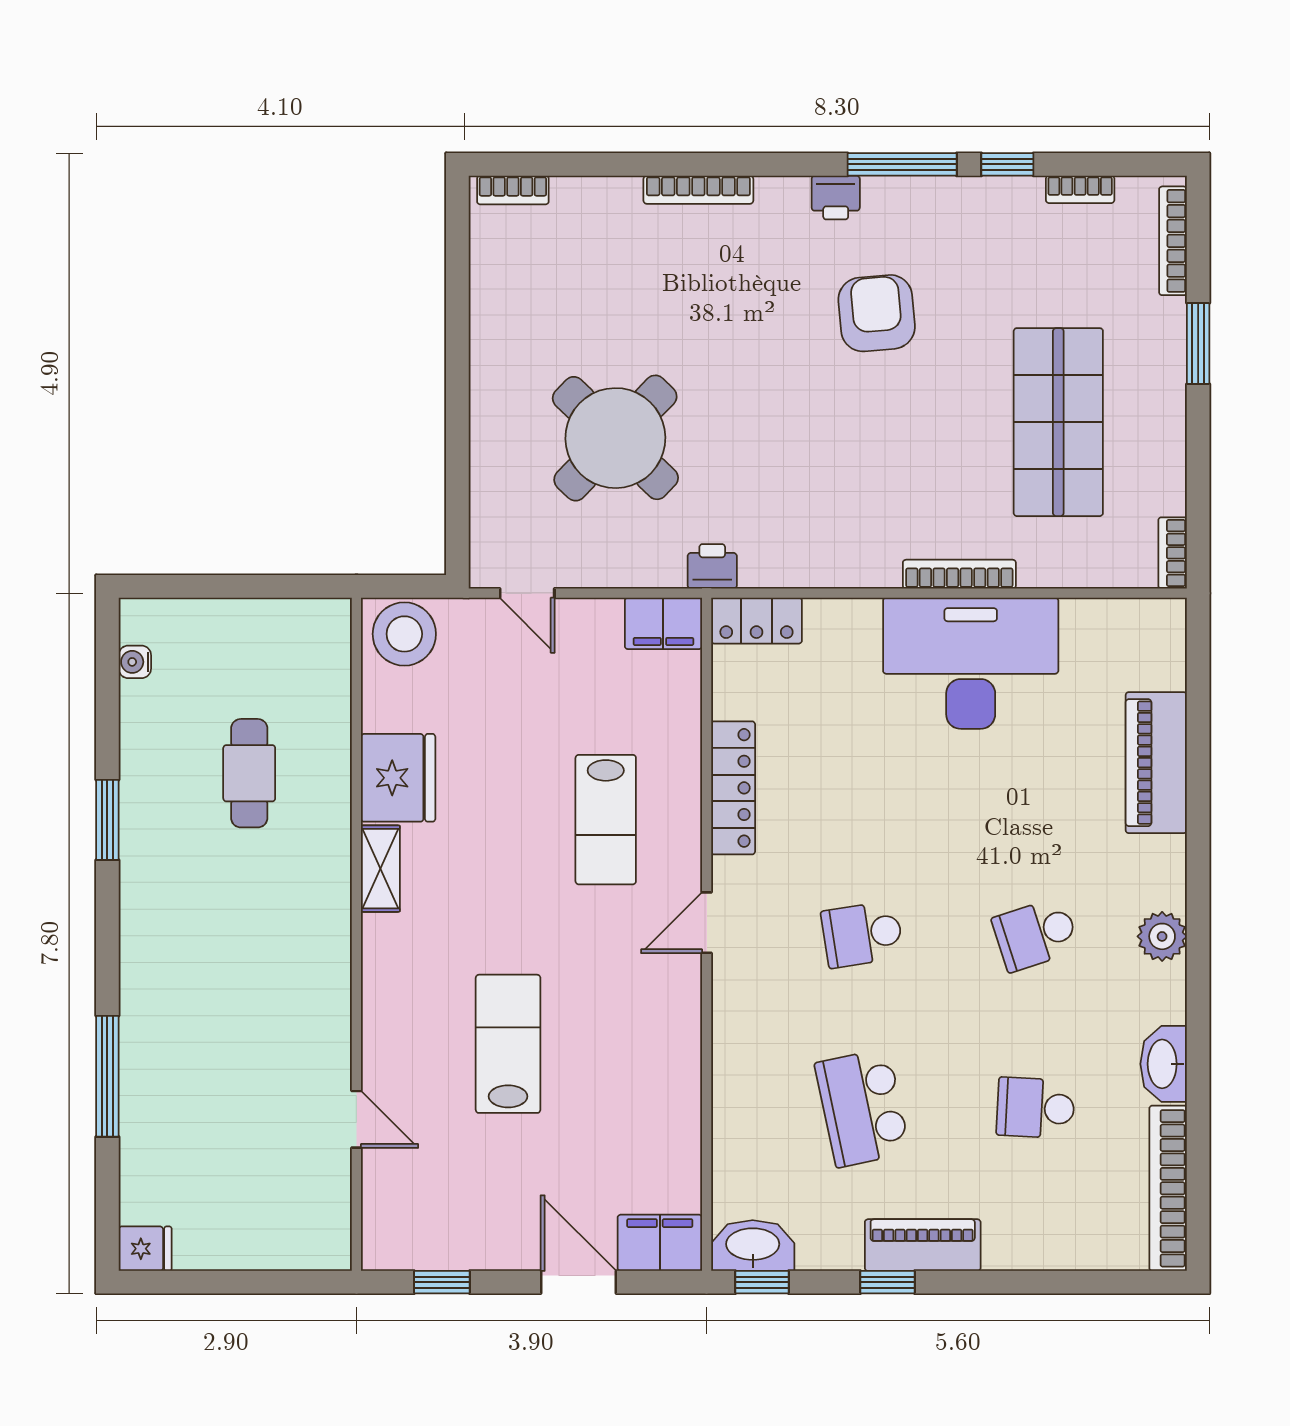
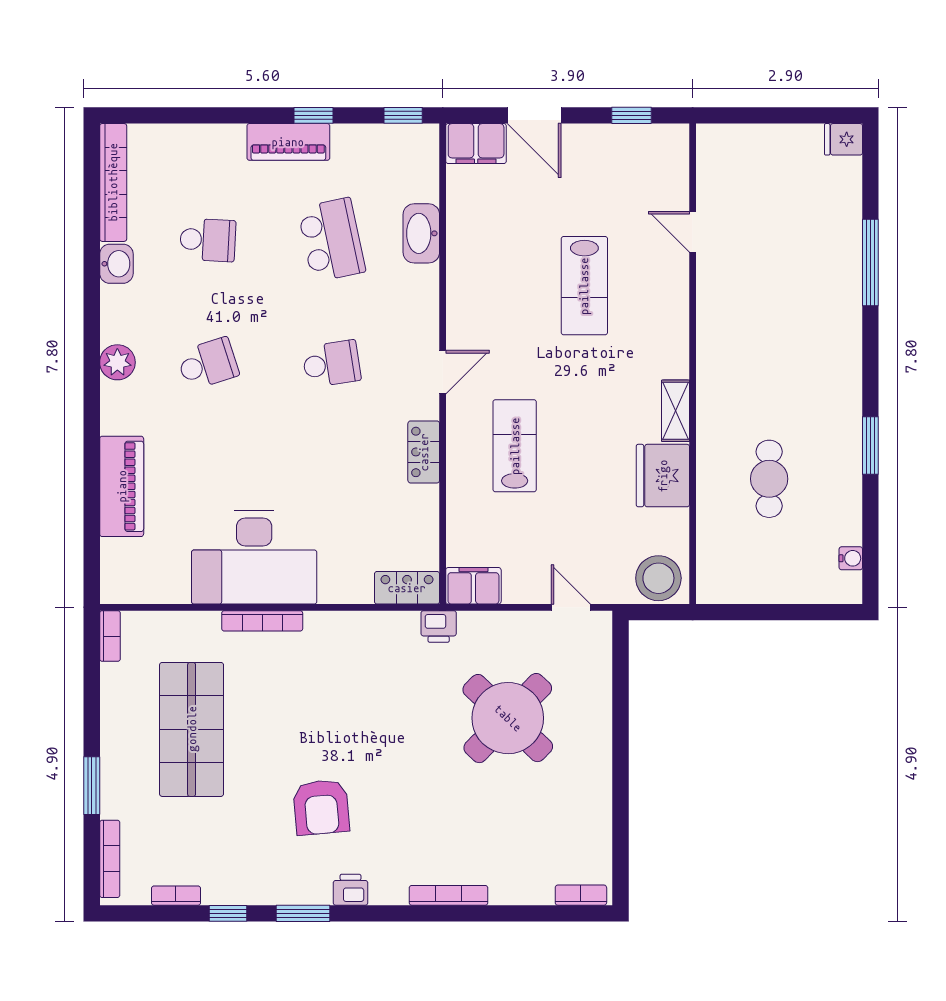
window: (902, 164) -> (303, 913), width x0.69
locker: (733, 788) -> (424, 452), width x0.66
washbasin: (1164, 1064) -> (116, 264), width x0.72
washbasin: (753, 1246) -> (421, 233), moved, turned 90

